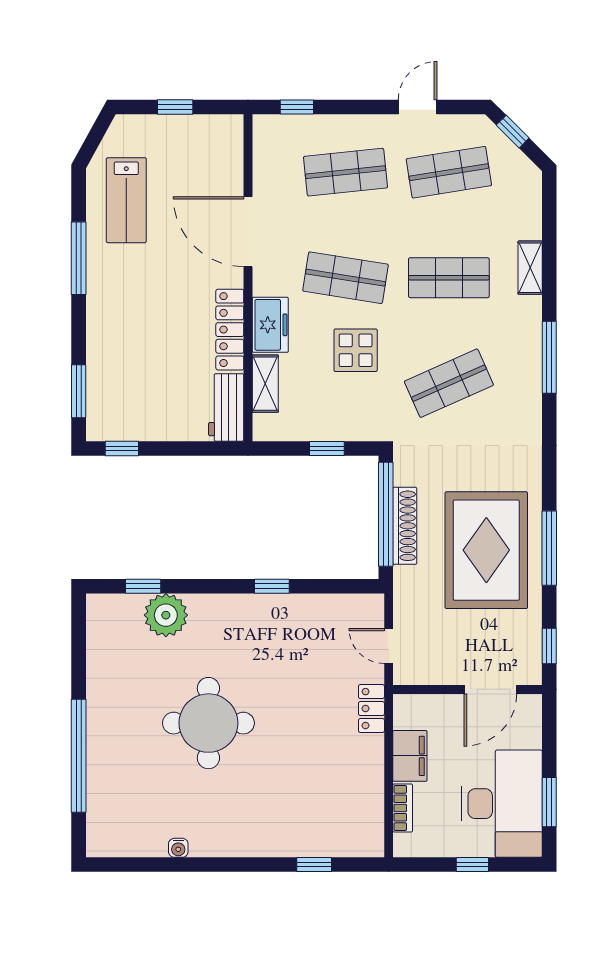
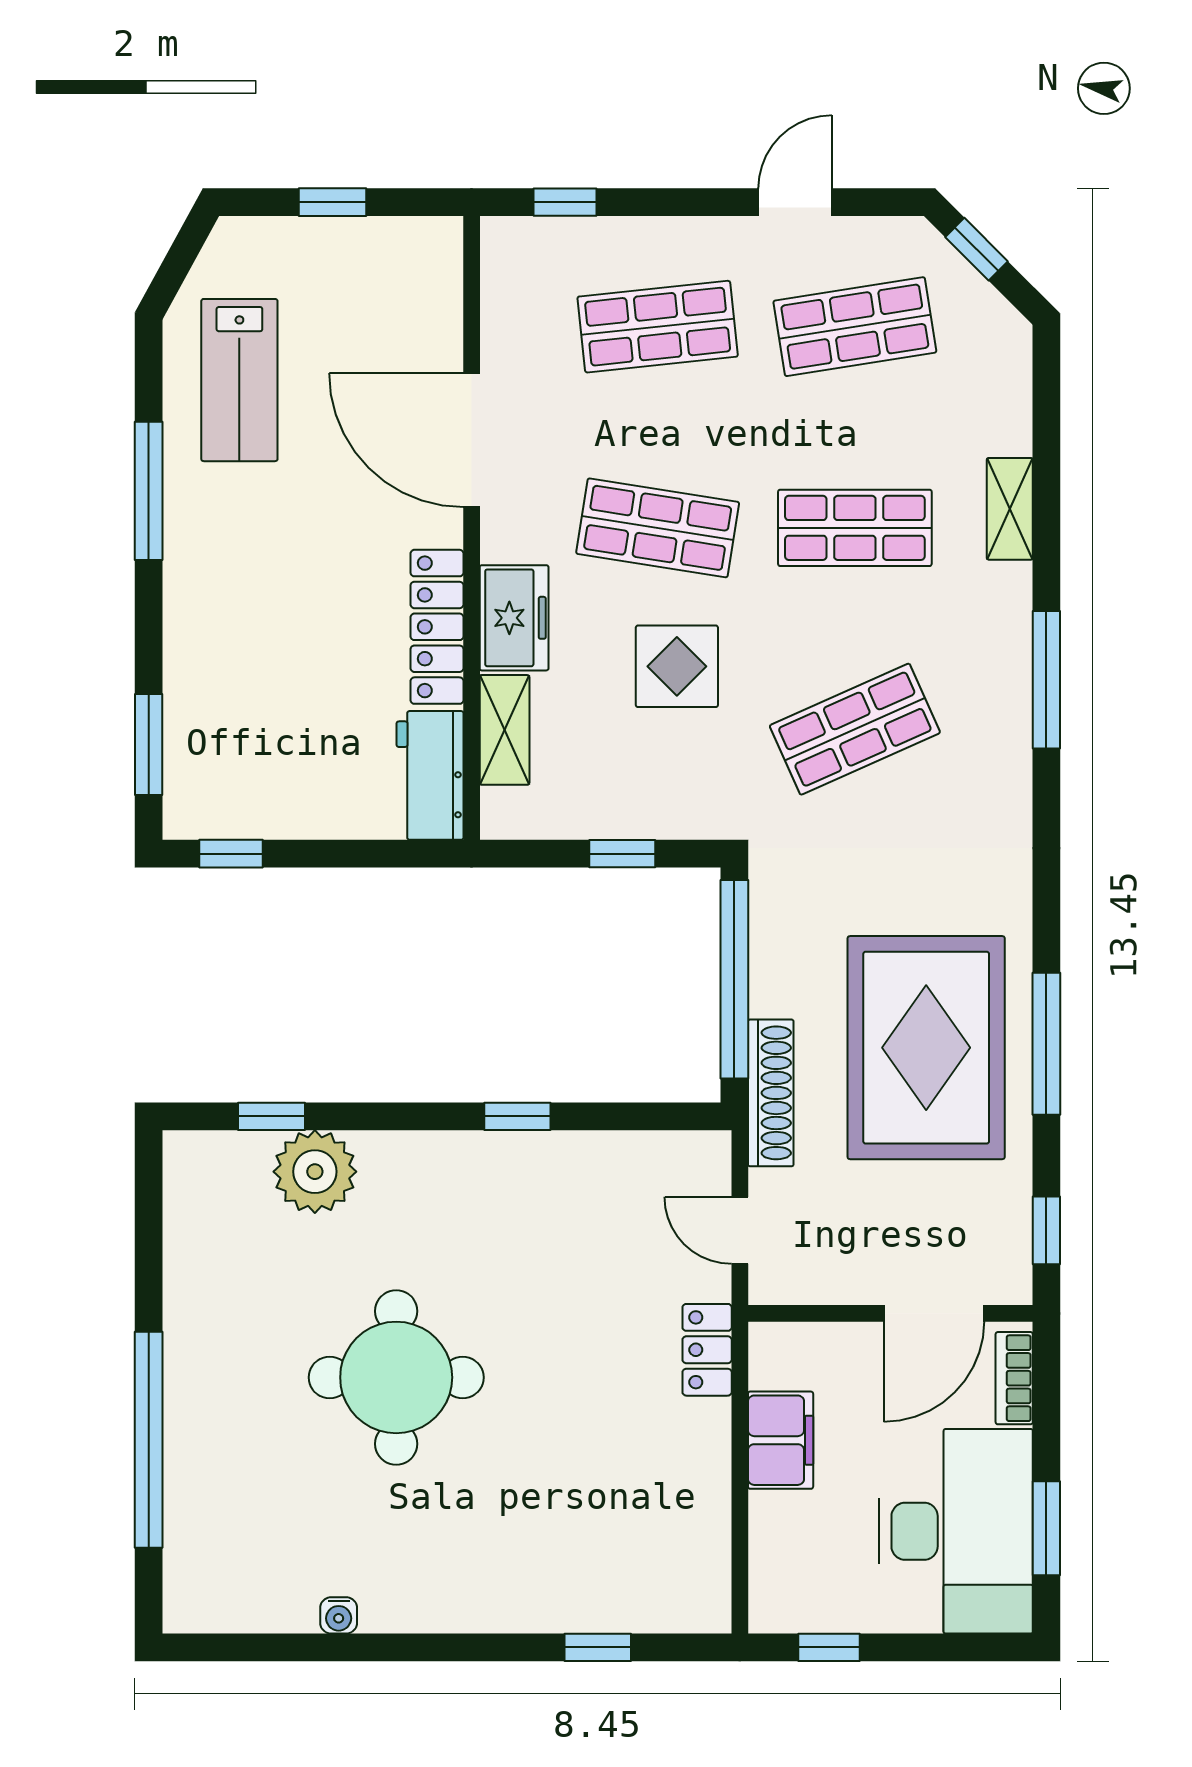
shoe rack: (405, 526) -> (771, 1093), moved
bookcase: (403, 808) -> (1014, 1378), moved, turned 180
window: (472, 865) -> (829, 1647), moved

